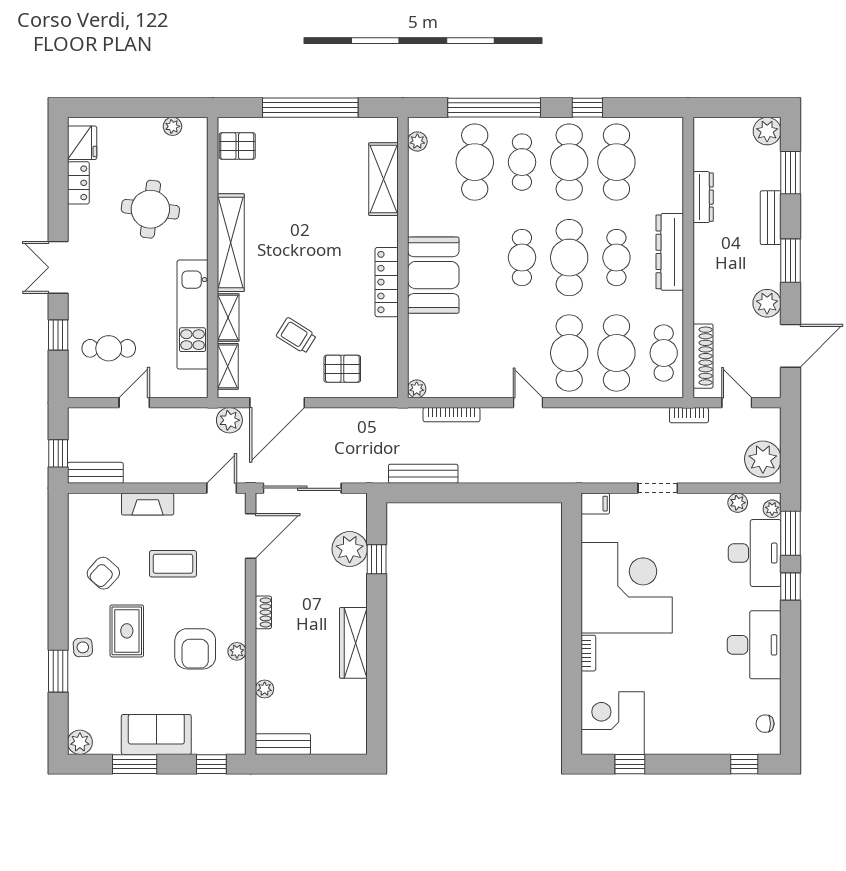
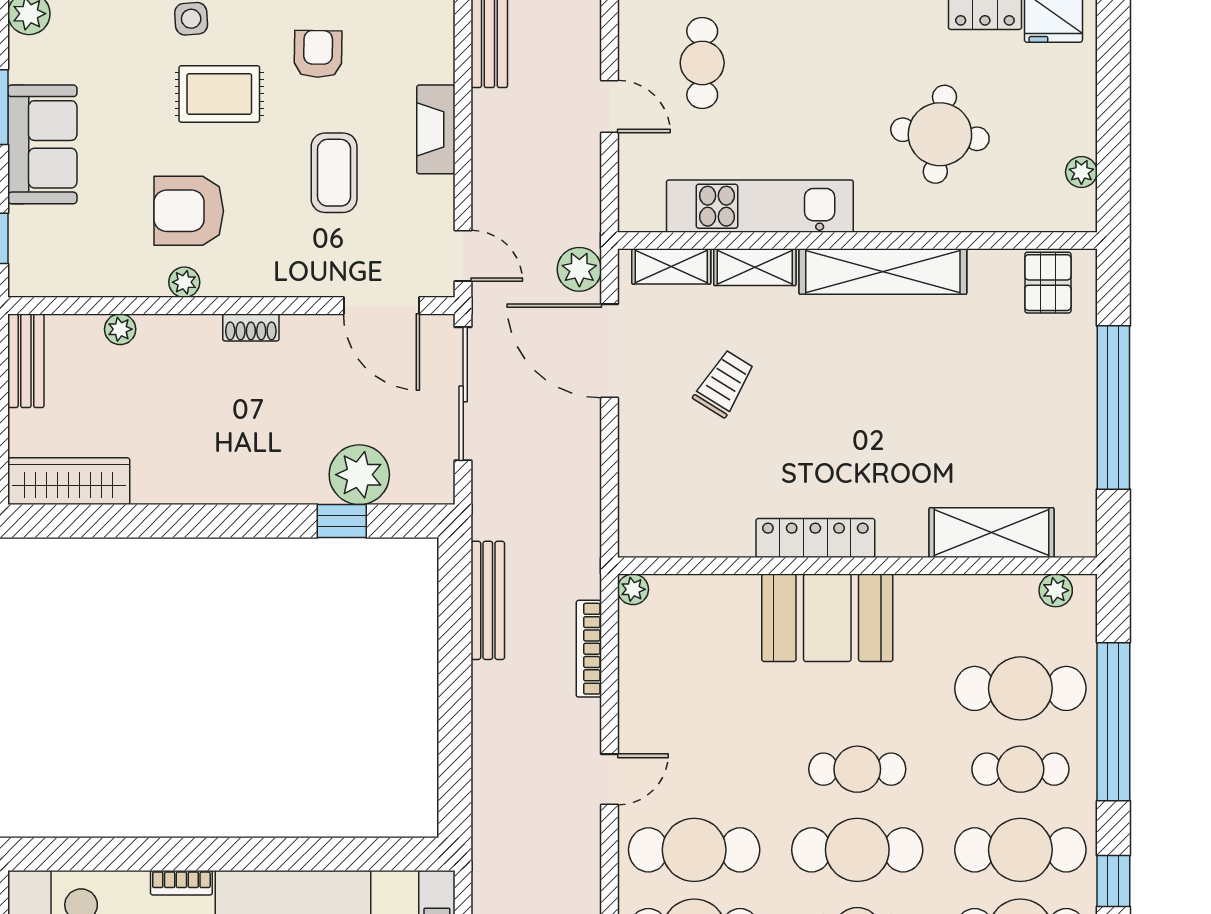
pallet: (342, 369) -> (667, 462), removed
armchair: (103, 573) -> (318, 54), turned 49
wardrobe: (353, 643) -> (69, 481), moved

